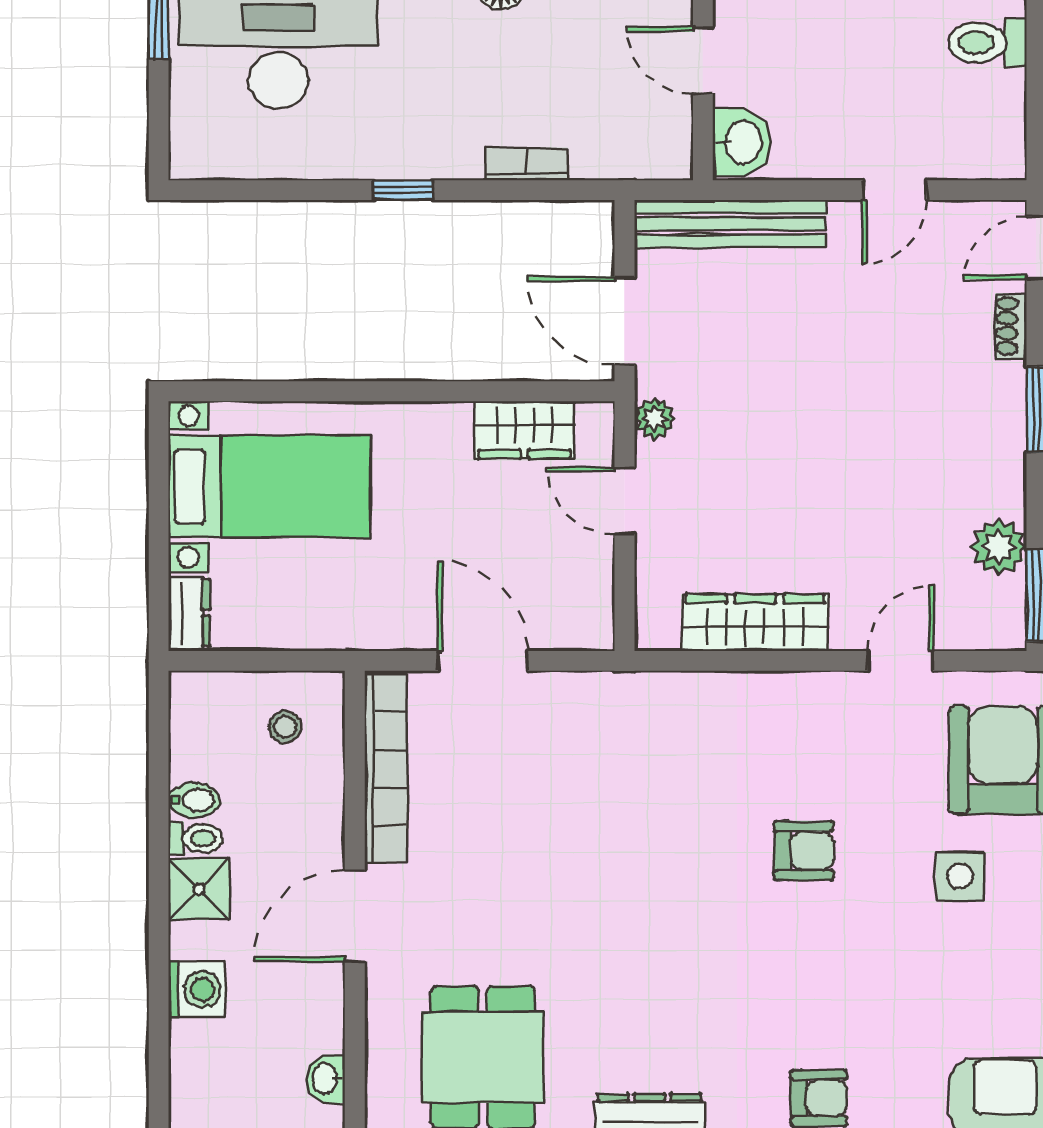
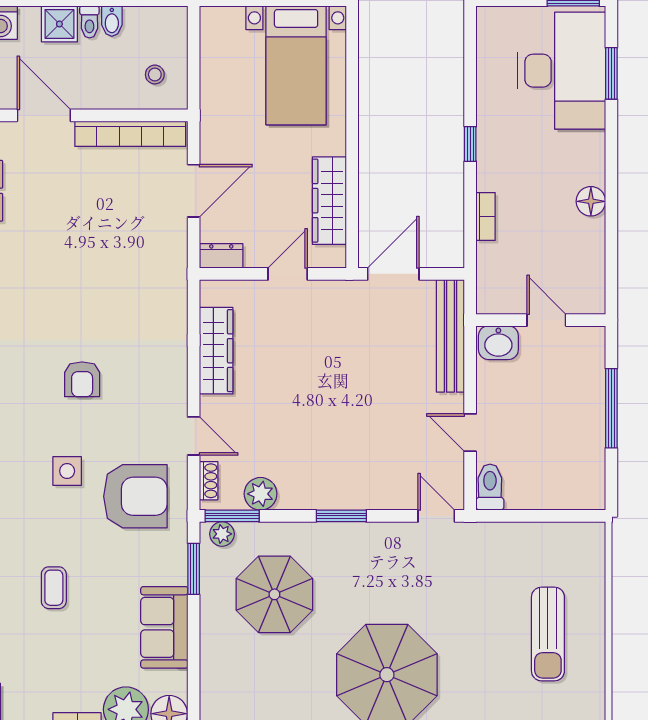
toilet: (987, 43) -> (490, 487), moved
door: (703, 60) -> (546, 320), hinge flipped
shoe rack: (1011, 326) -> (209, 481), moved, turned 90
plant: (655, 419) -> (336, 292), removed
wardrobe: (524, 430) -> (329, 201), width x1.50
dresser: (189, 613) -> (221, 256), moved, turned 180

